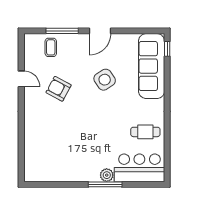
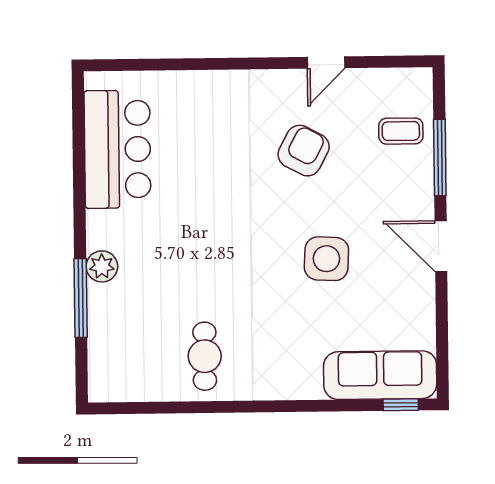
sofa: (152, 66) -> (380, 375), width x0.74, depth x0.79
side table: (105, 80) -> (326, 259), turned 36
bar counter: (139, 168) -> (117, 149), moved
window: (105, 184) -> (81, 298), moved

